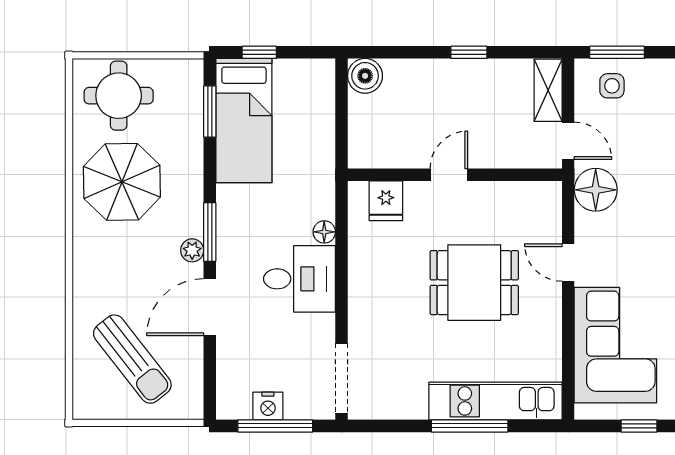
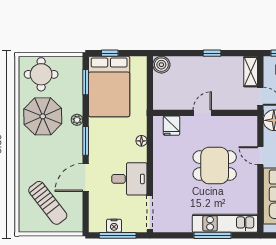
bed: (244, 121) -> (109, 86), width x1.50
plant: (192, 250) -> (77, 120), moved
desk: (299, 279) -> (129, 179), moved

